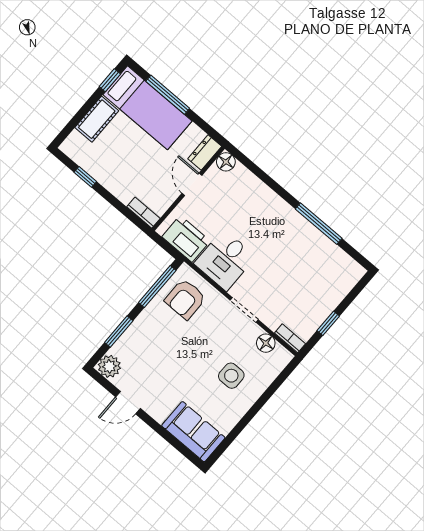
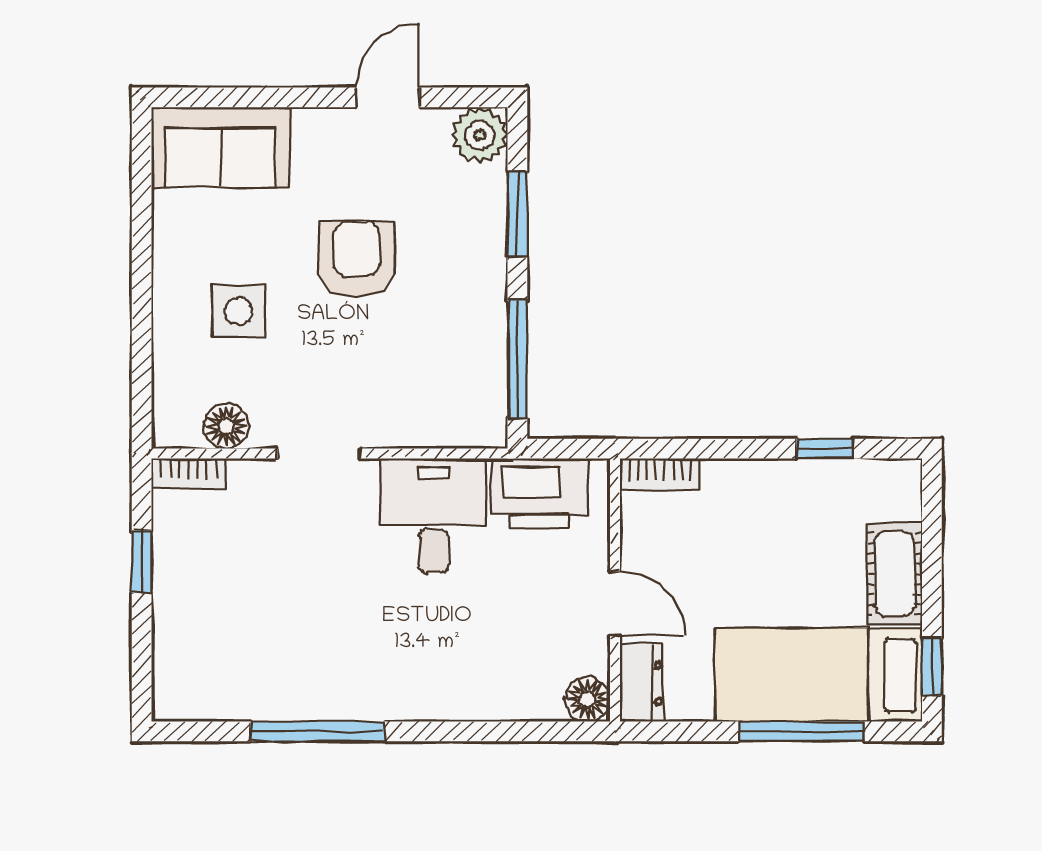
armchair: (185, 299) -> (357, 259), moved

